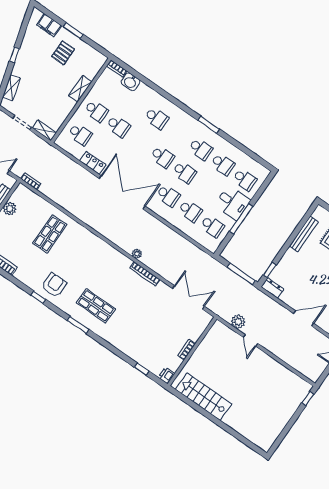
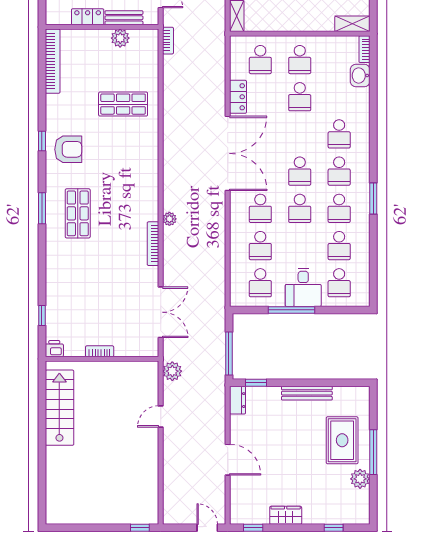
shelving: (80, 89) -> (352, 24), moved
school desk: (179, 134) -> (339, 171), added
bench: (304, 234) -> (307, 393), moved
plant: (238, 322) -> (172, 371), moved

